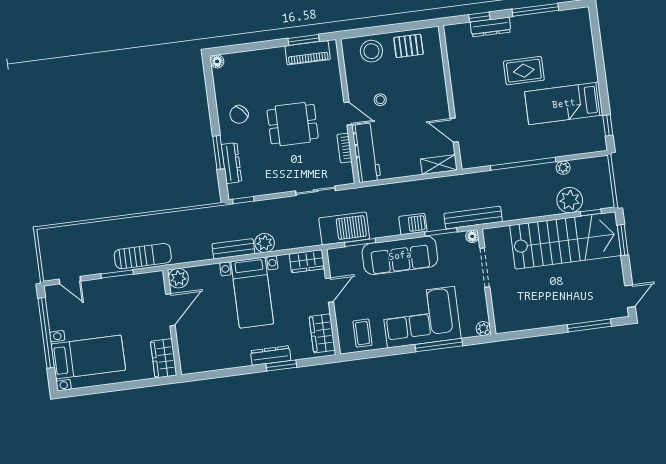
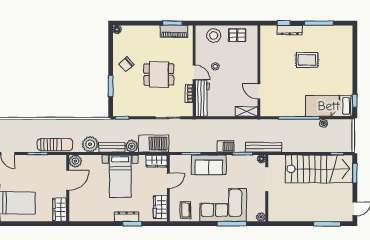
bed: (564, 103) -> (329, 106), moved
dresser: (231, 163) -> (118, 94), removed
plant: (570, 200) -> (90, 144), moved
barbecue: (344, 228) -> (154, 144), moved
sofa: (400, 255) -> (209, 165), width x0.73

